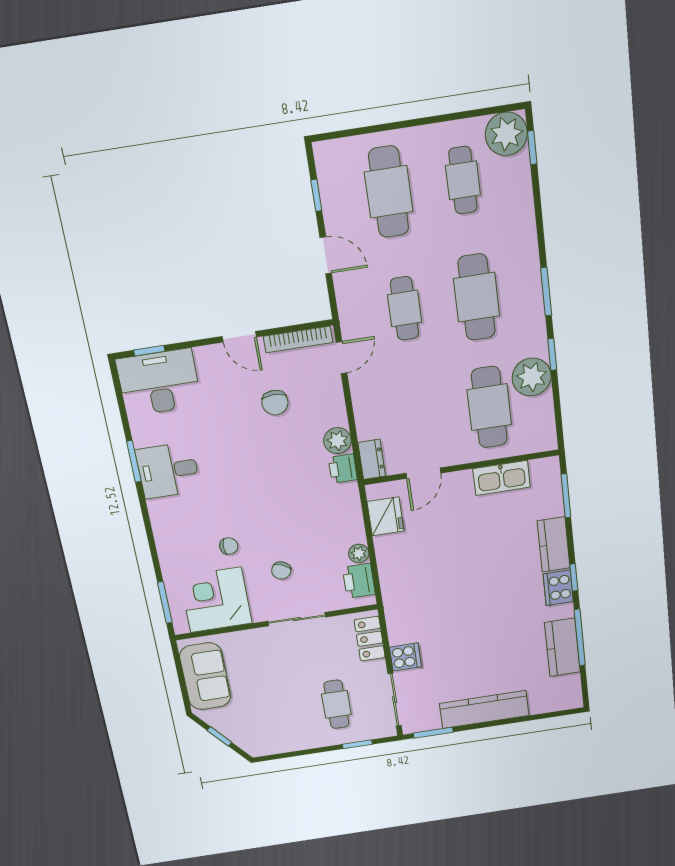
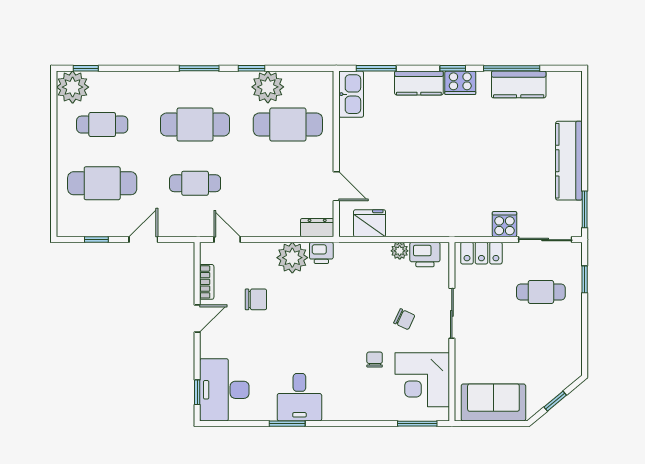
bookcase: (298, 339) -> (207, 282), width x0.64
plant: (337, 441) -> (292, 258), width x1.36, depth x1.36
kitchen sink: (502, 478) -> (351, 94), moved

